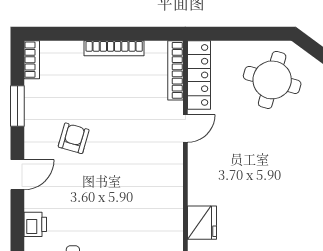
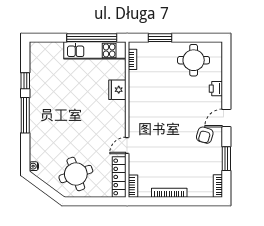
bookcase: (175, 70) -> (133, 186), width x0.64
round table: (272, 80) -> (76, 174), turned -35
armchair: (74, 138) -> (205, 135), moved

